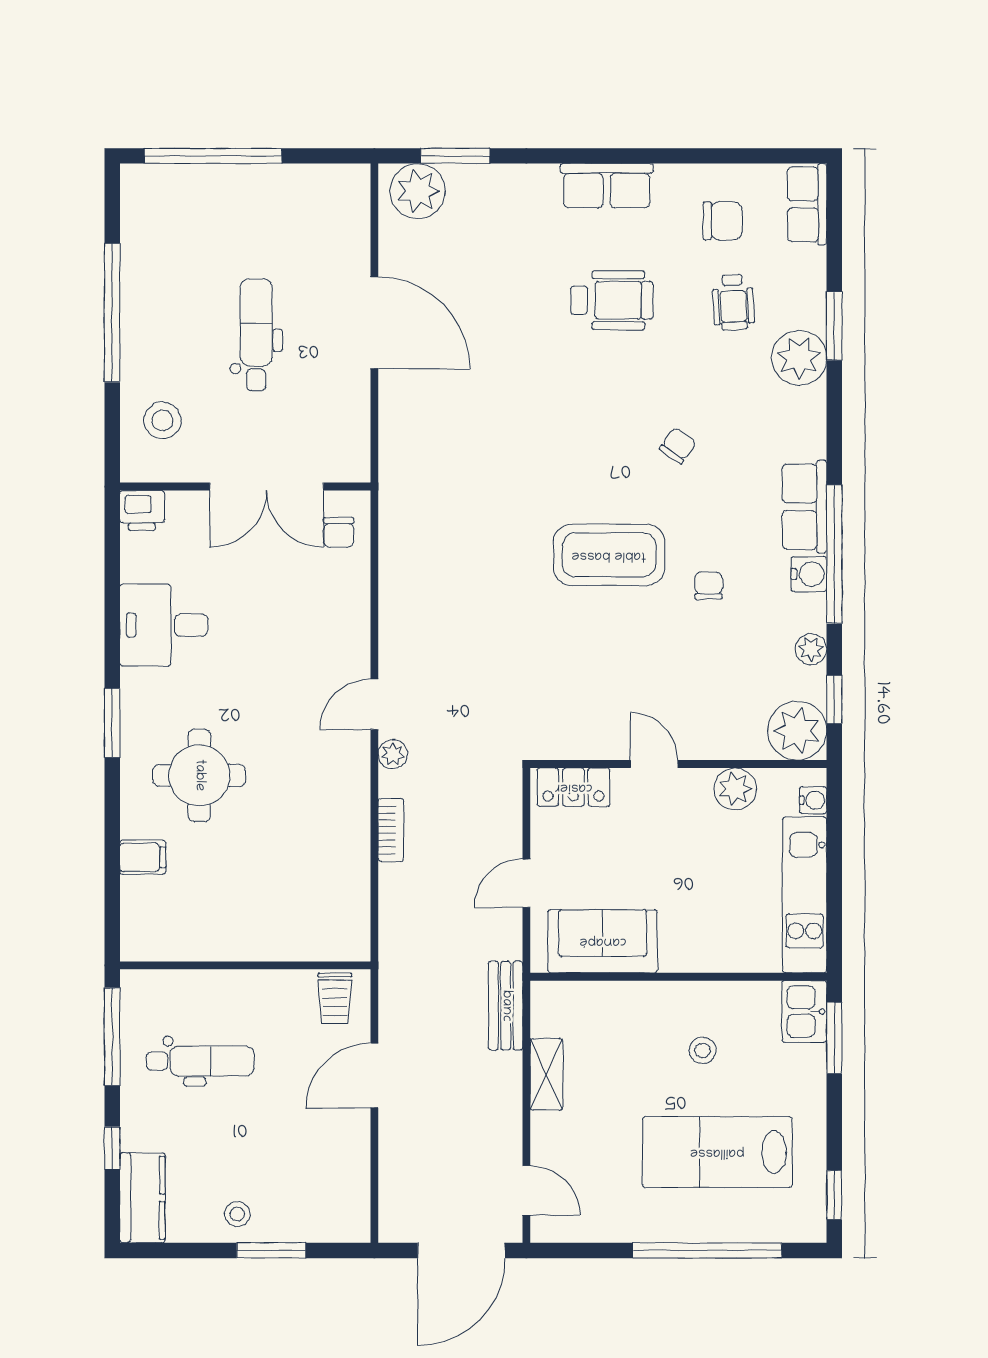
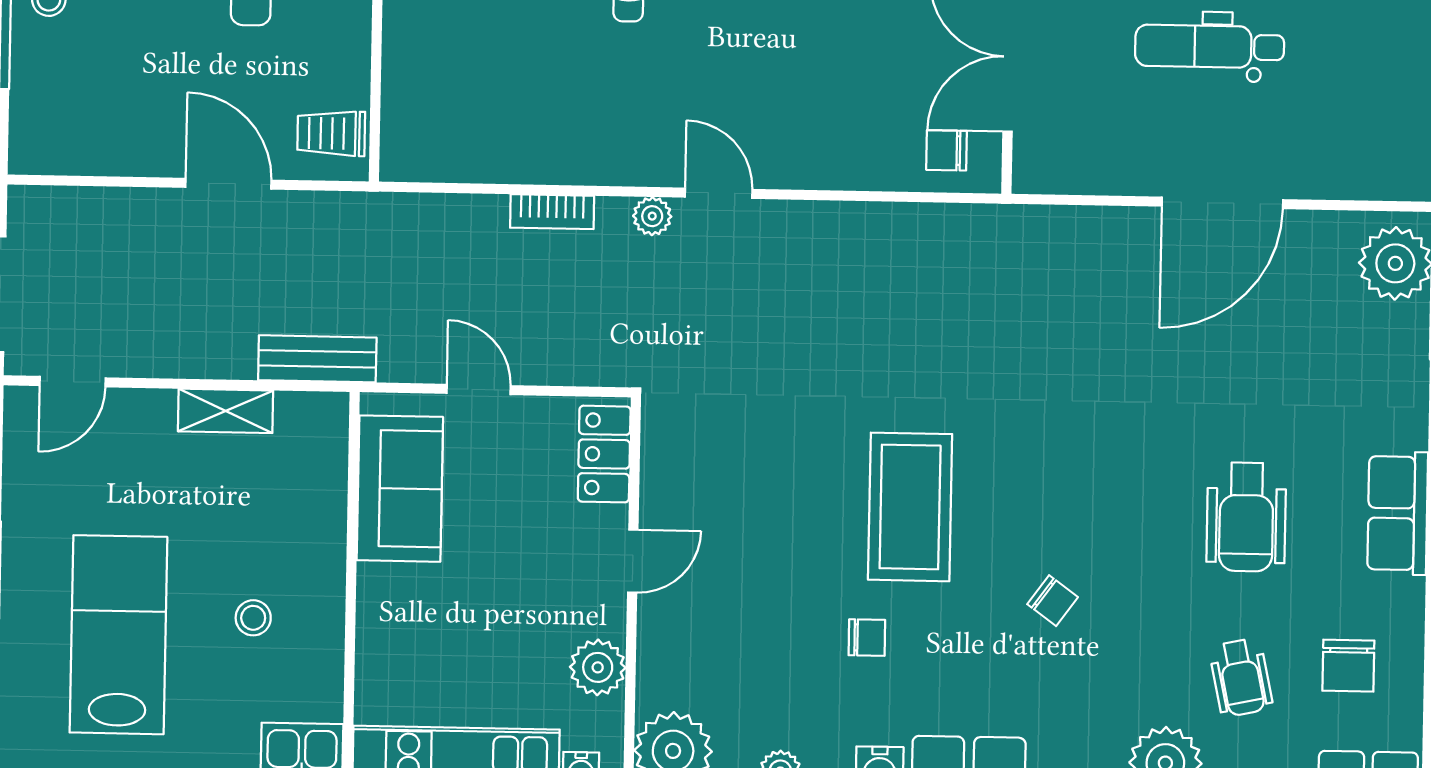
wheelchair: (733, 302) -> (1241, 677), turned -99
dental chair: (256, 335) -> (1210, 46), turned 180

